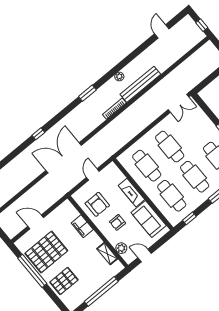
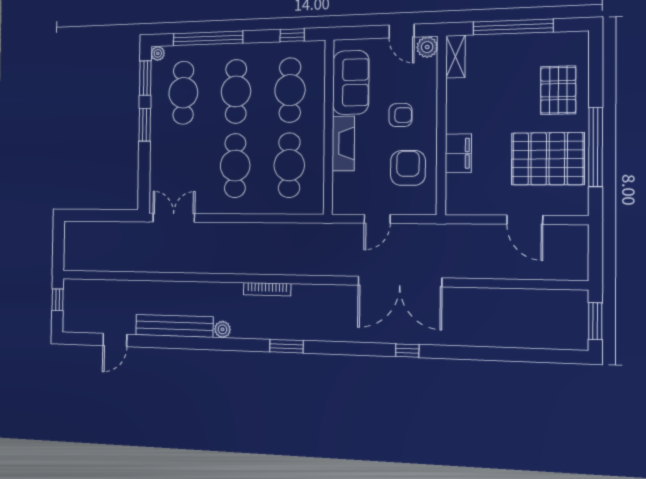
bench: (140, 84) -> (174, 326), moved
plant: (121, 248) -> (427, 47), moved
shelving: (107, 254) -> (456, 57), moved
pallet: (64, 281) -> (558, 90), turned 90

